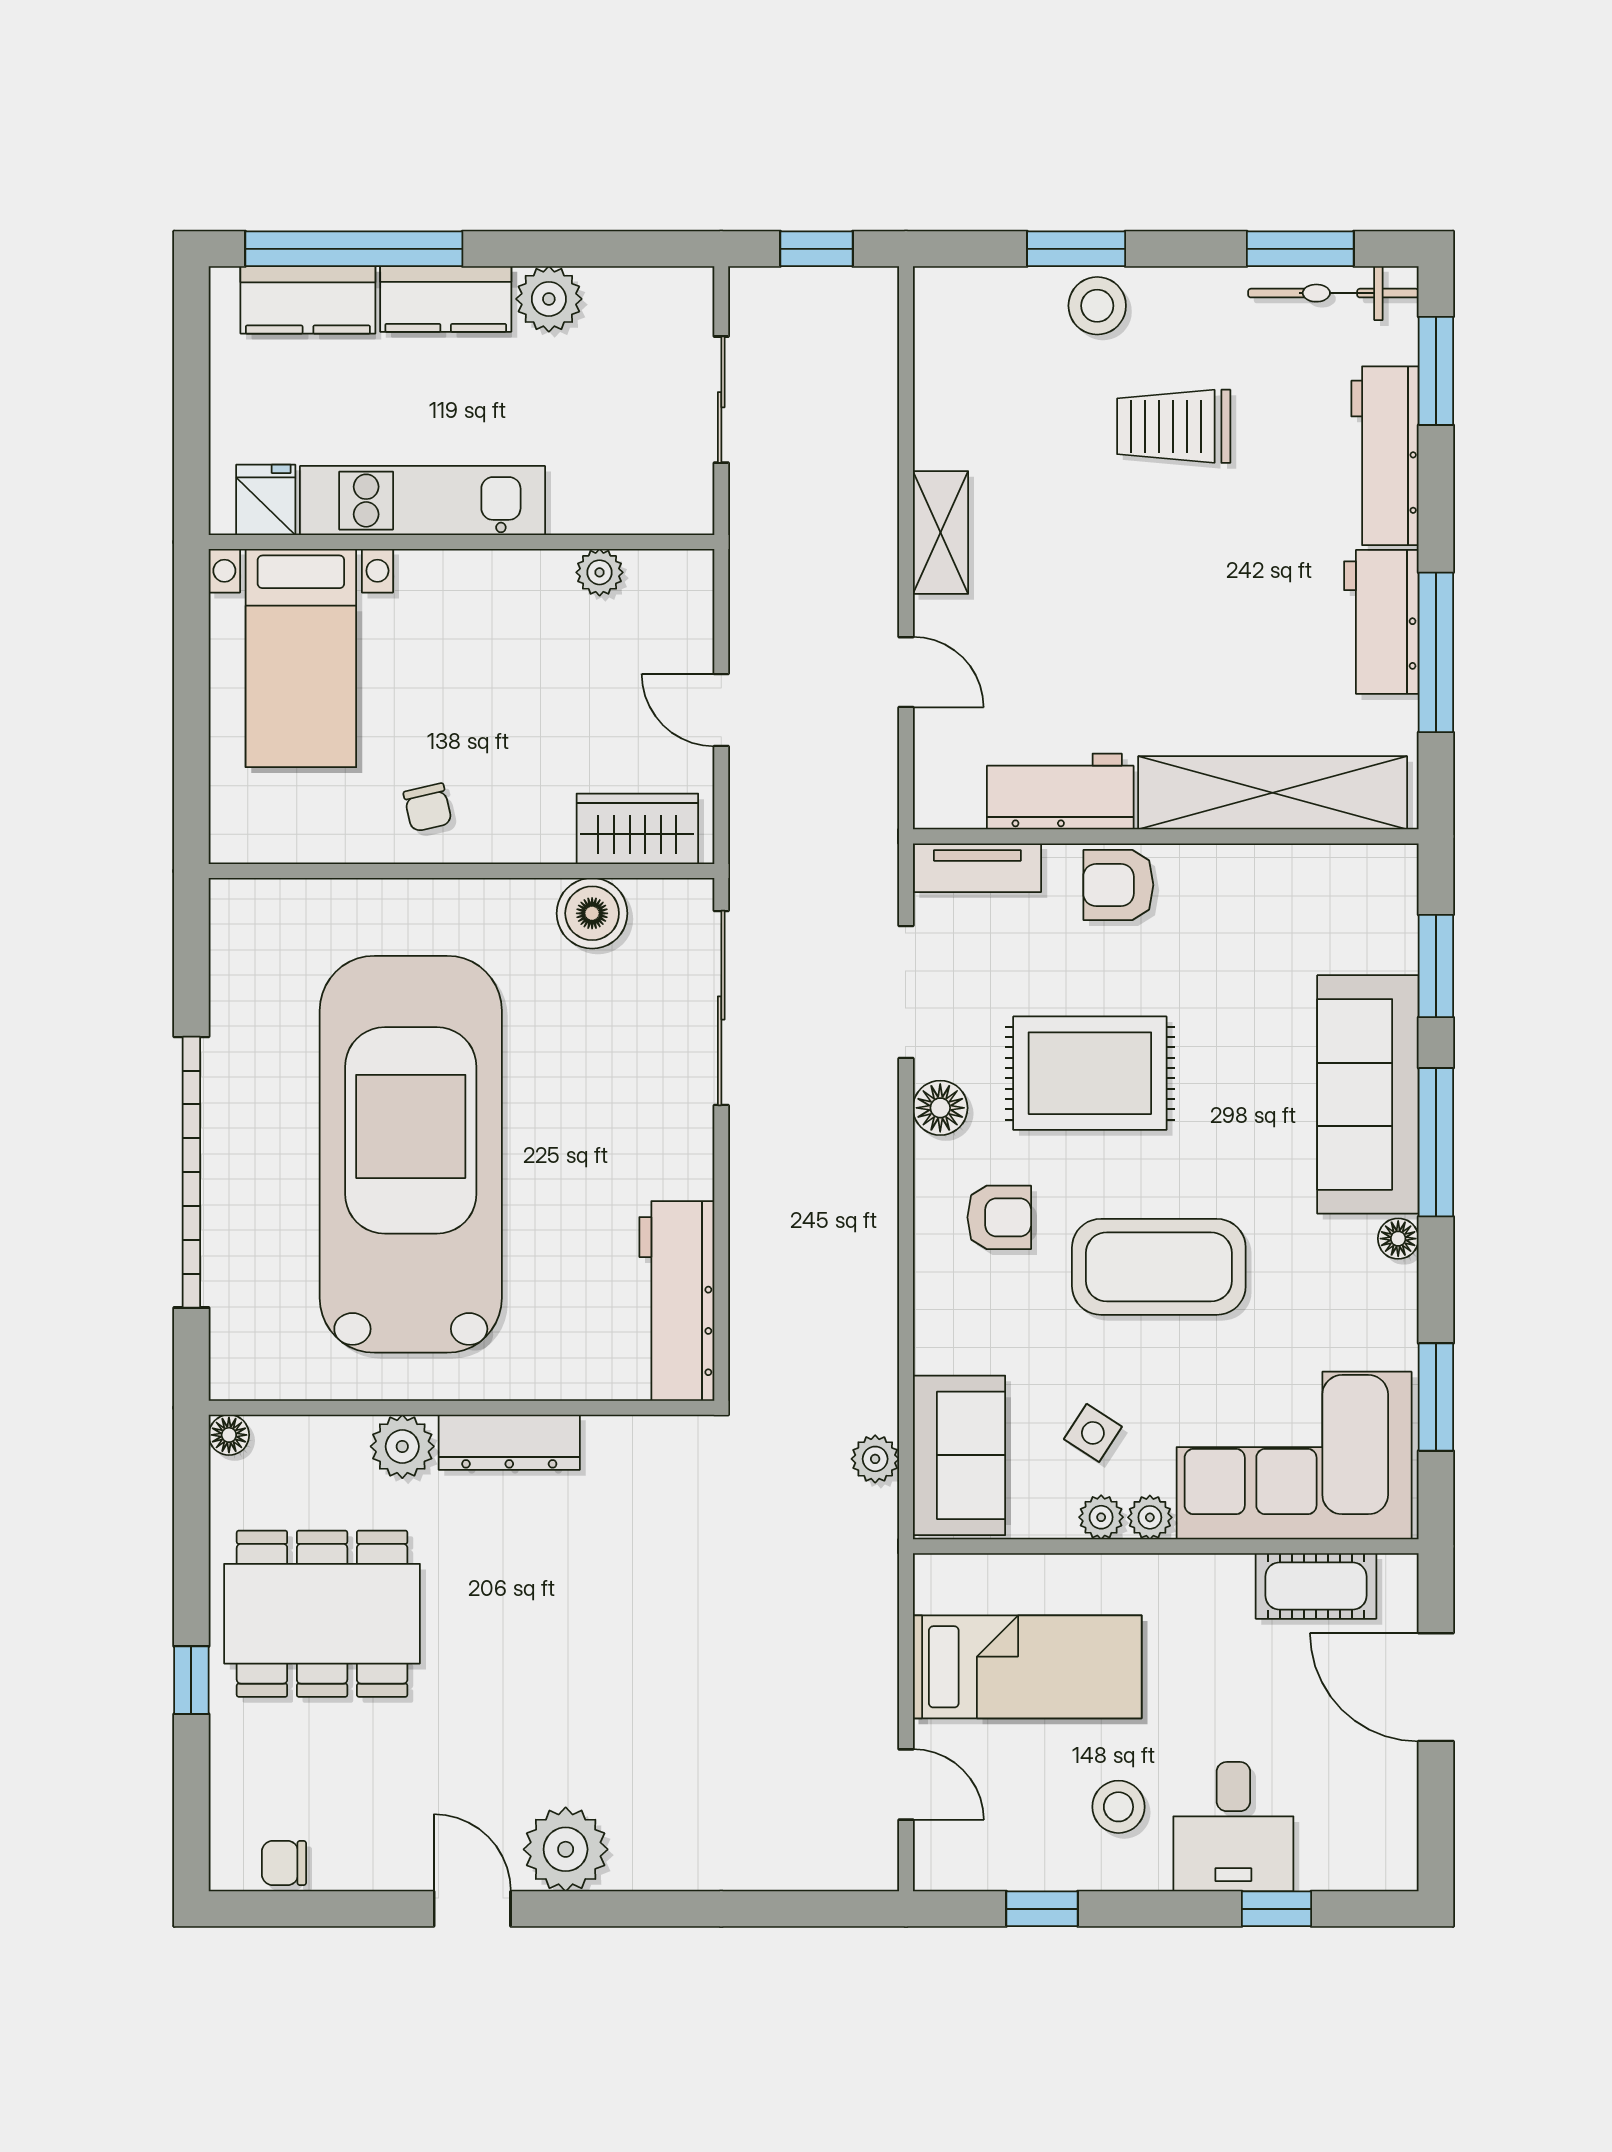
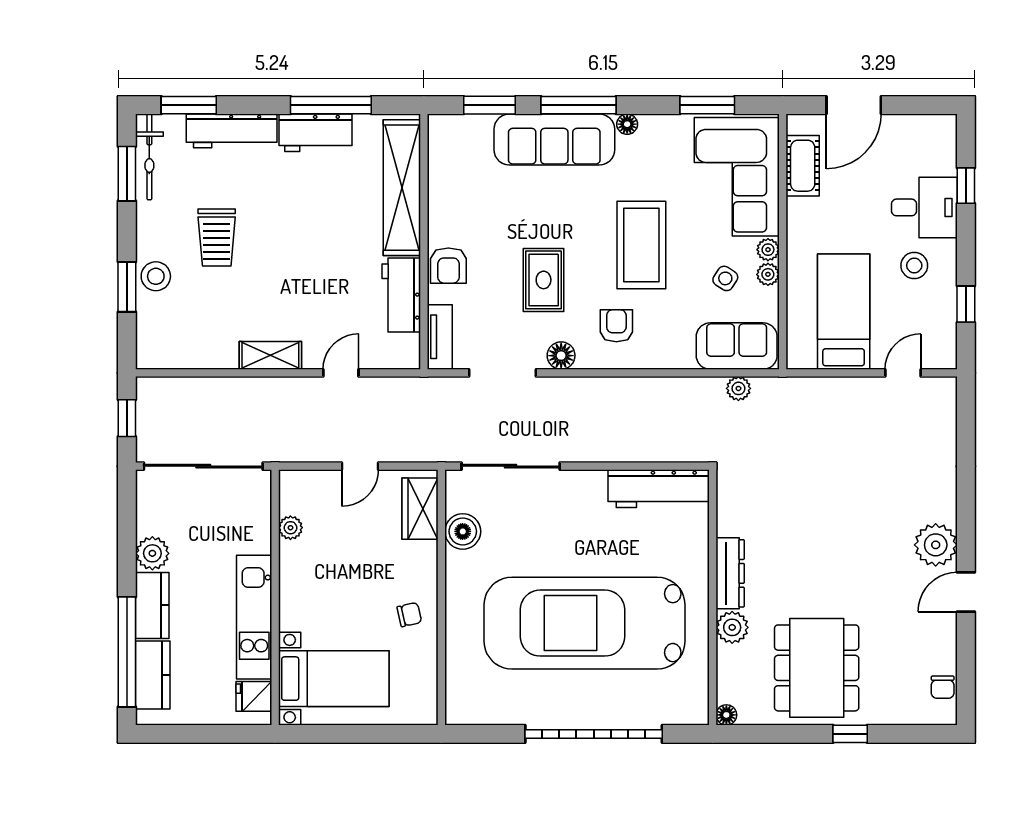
sliding door: (721, 400) -> (203, 466), width x1.86
rug: (1090, 1073) -> (544, 280), width x0.73, depth x0.70

